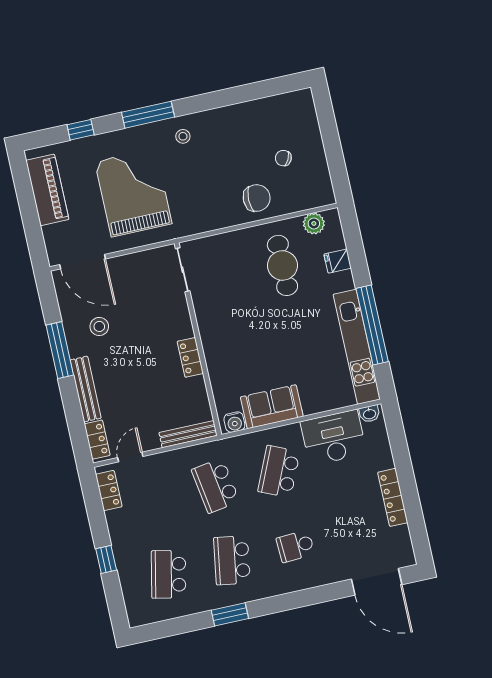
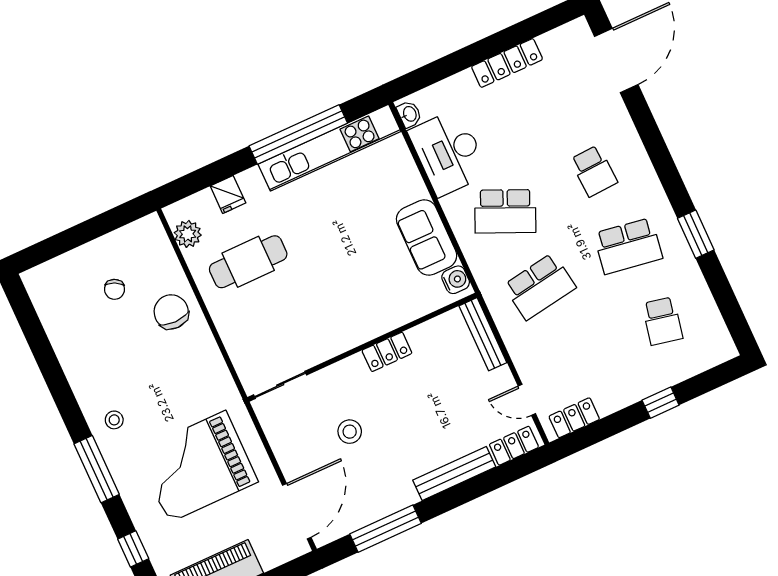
stool: (99, 326) -> (350, 432), moved
window: (60, 350) -> (386, 529), moved
school desk: (169, 574) -> (662, 321), width x0.54

